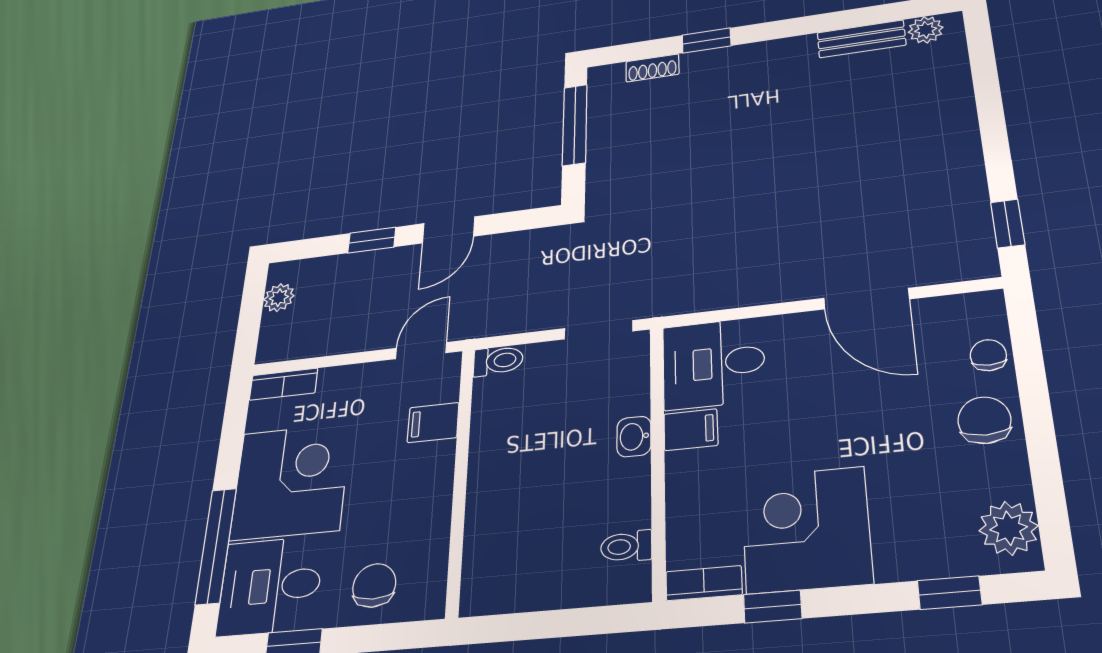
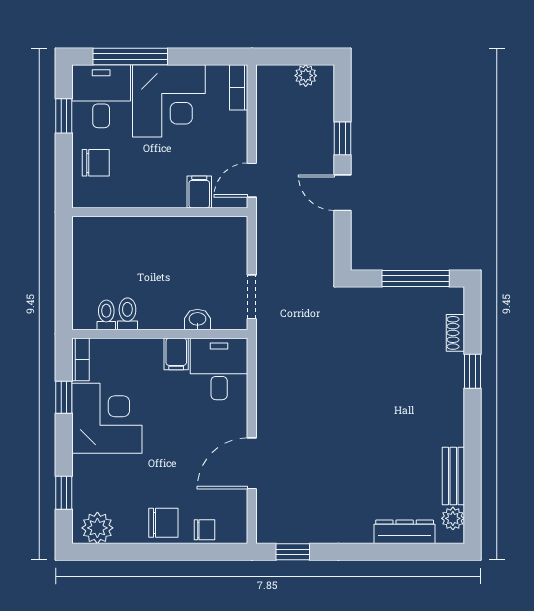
dresser: (954, 84) -> (405, 532), added
door: (421, 351) -> (252, 180), swing flipped
toilet: (498, 361) -> (127, 314), moved, turned 180
washbasin: (634, 437) -> (197, 319), moved

